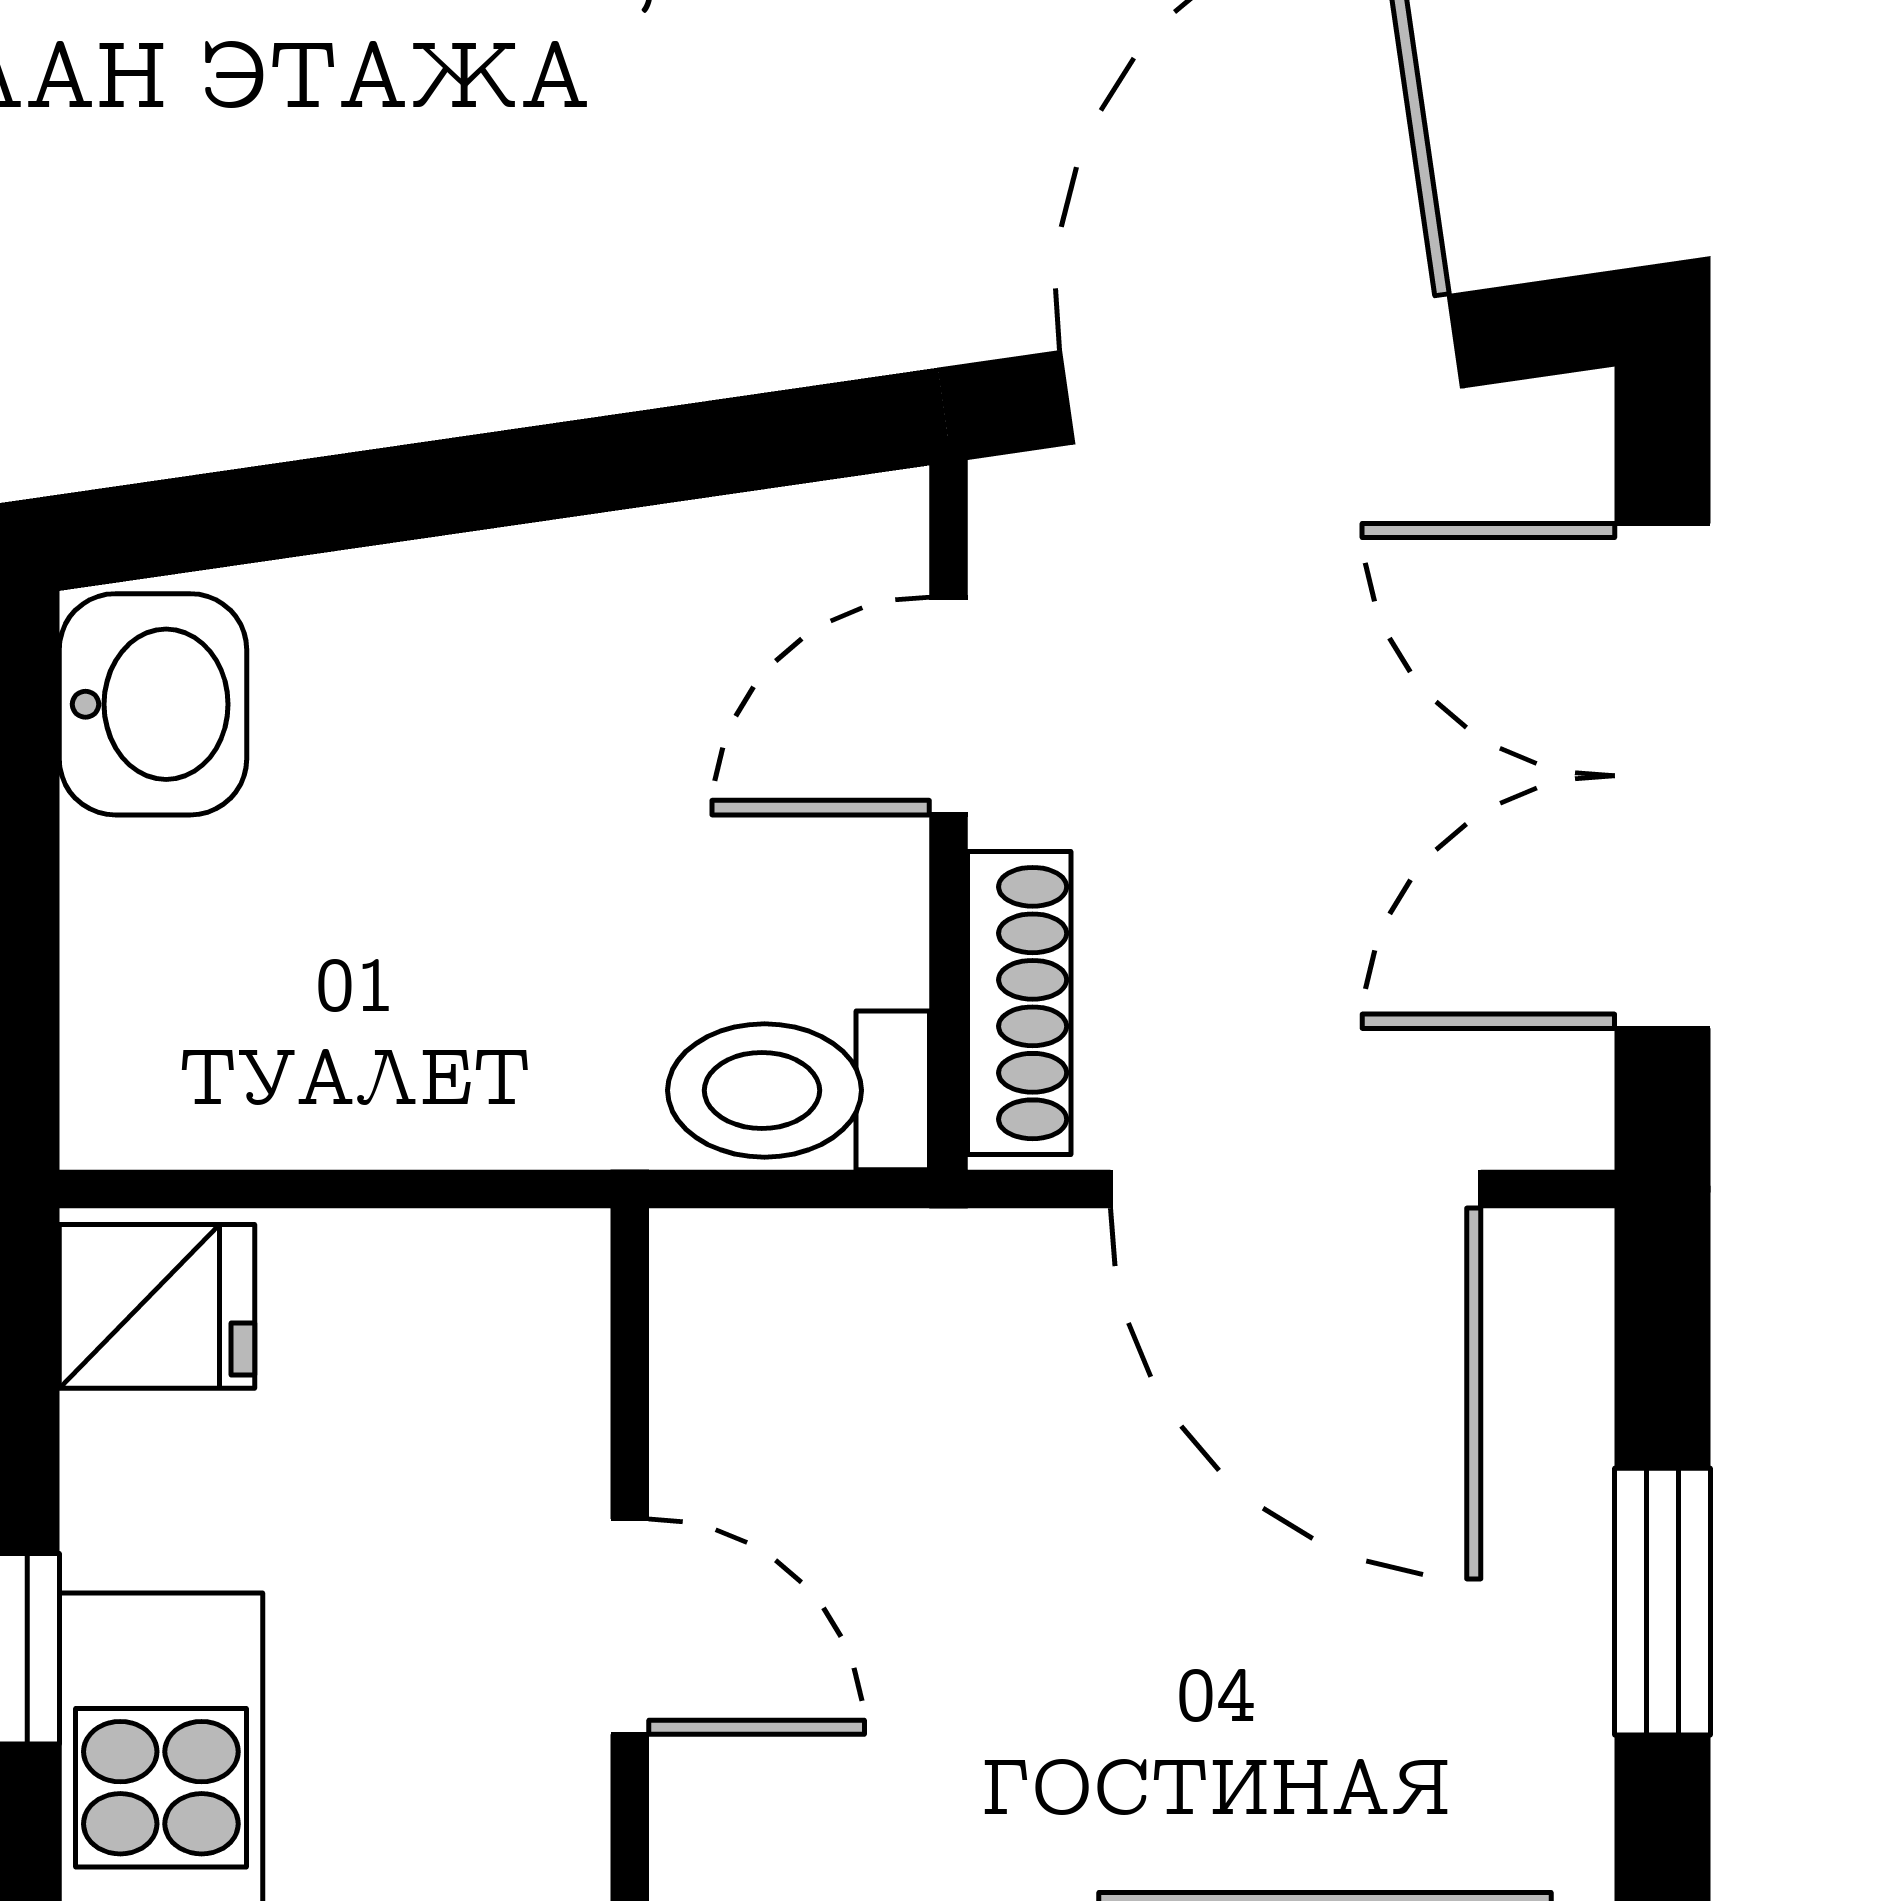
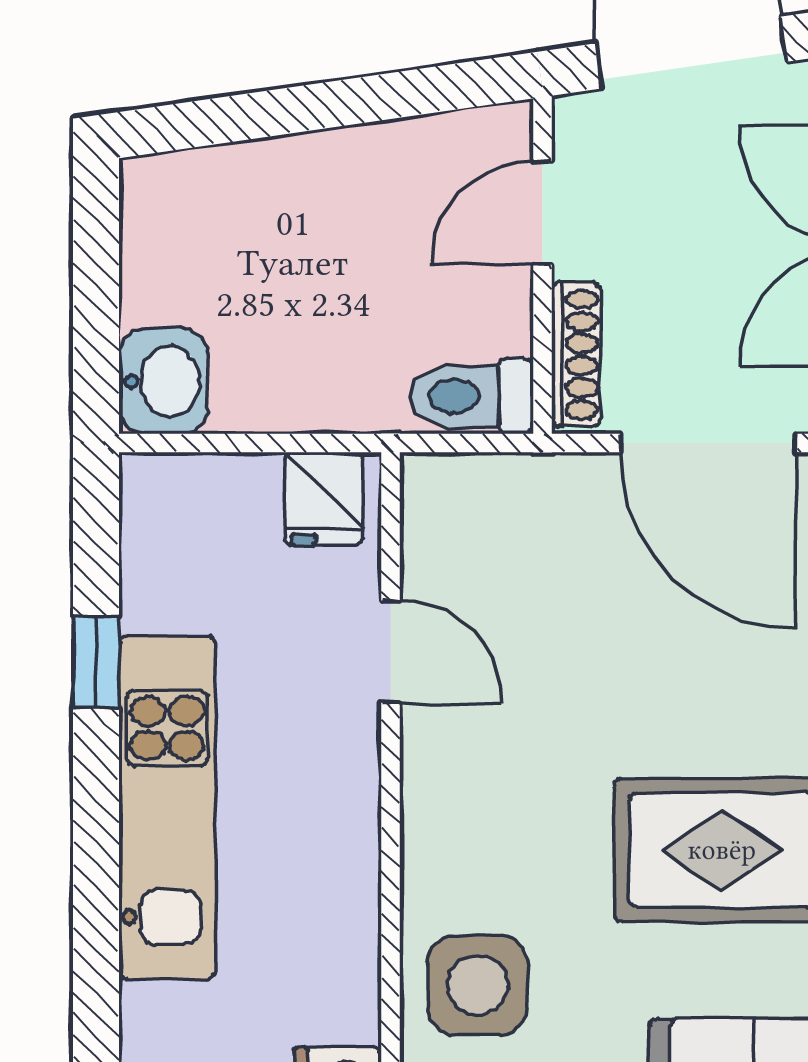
washbasin: (153, 704) -> (163, 381), moved
fridge: (157, 1306) -> (324, 499), moved, turned 90

